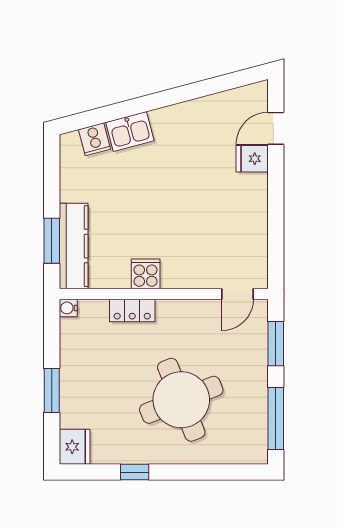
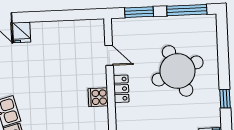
door: (238, 294) -> (109, 55), moved
locker: (132, 310) -> (121, 89), moved

